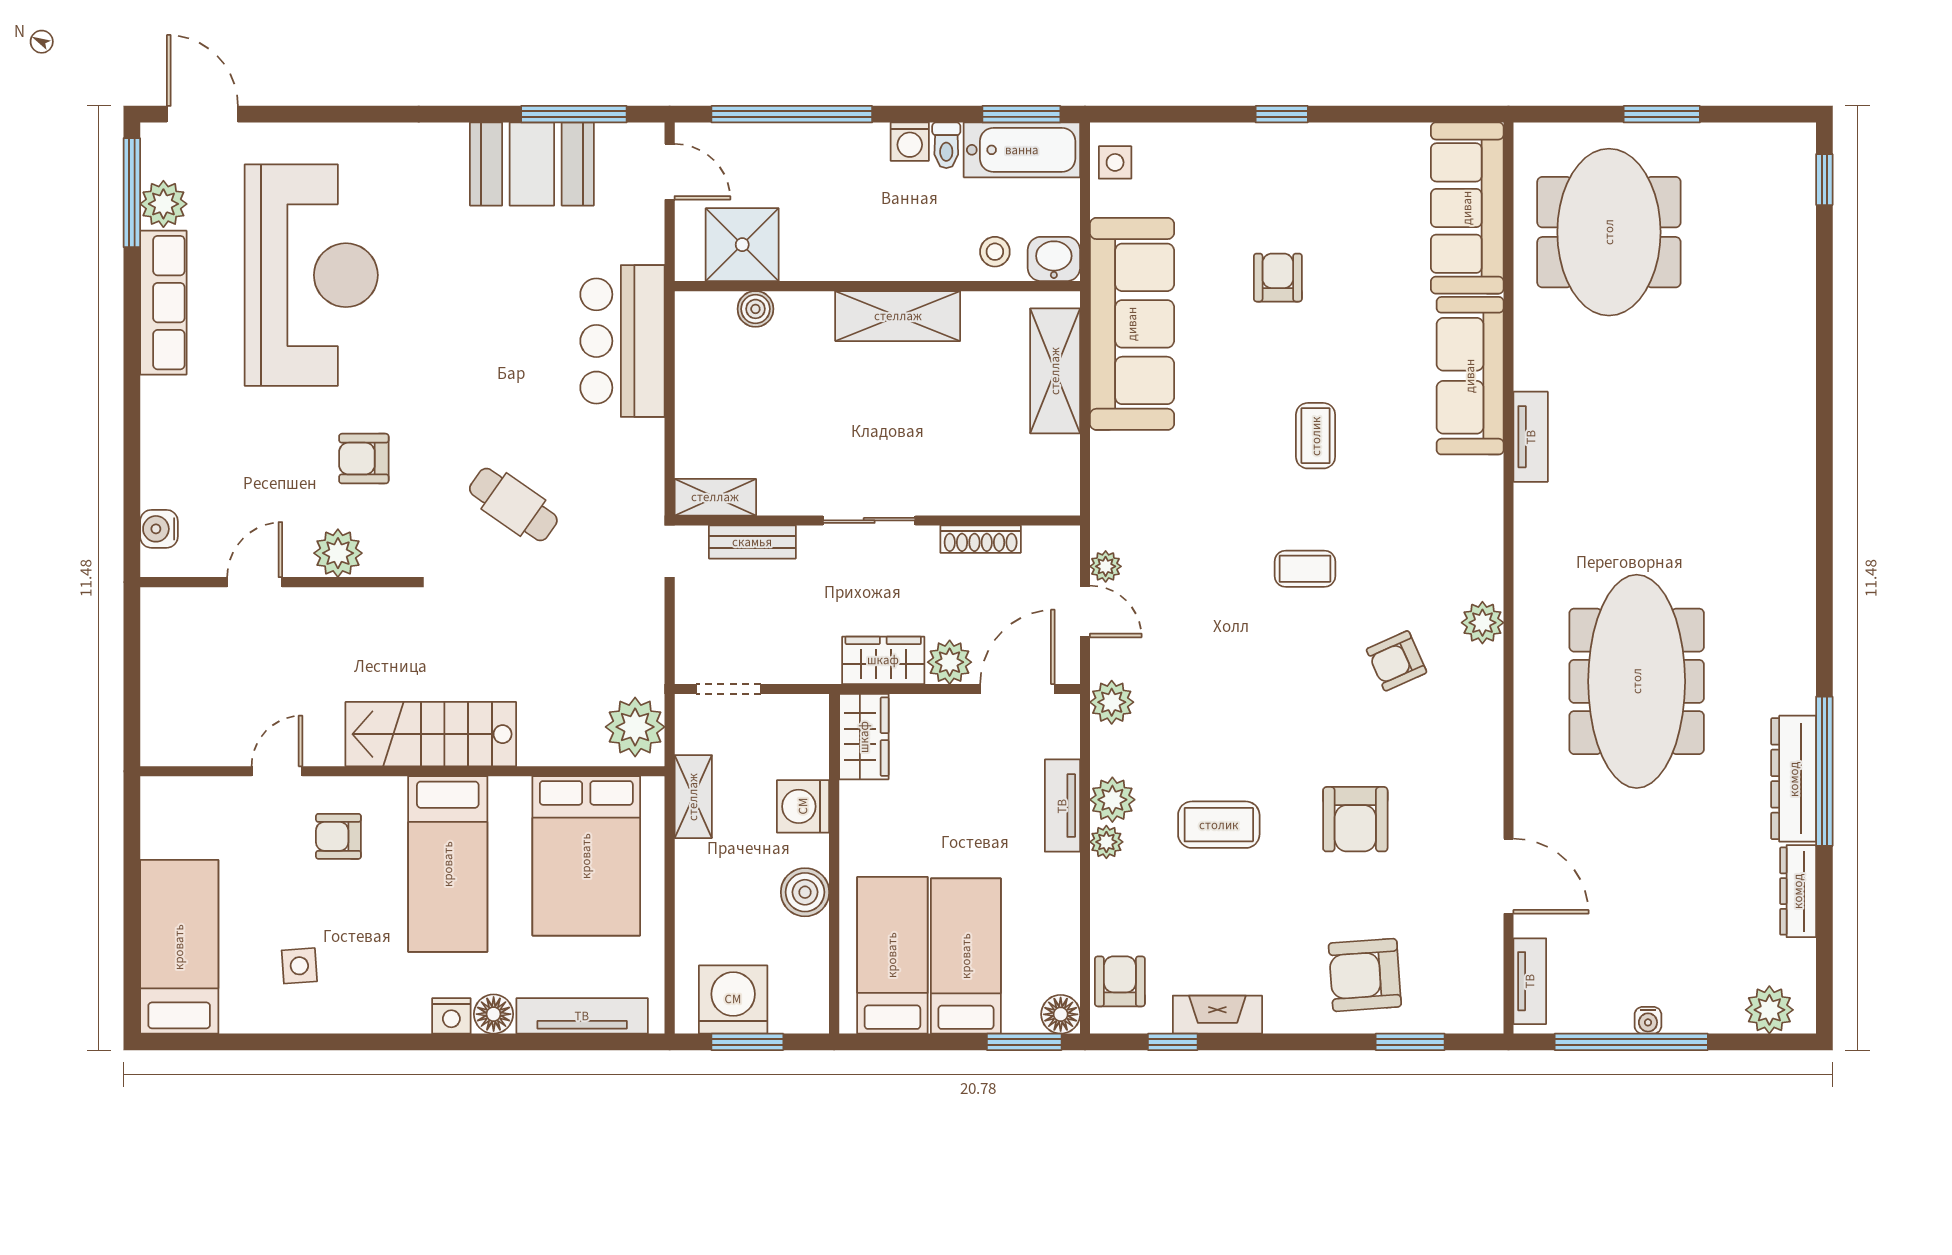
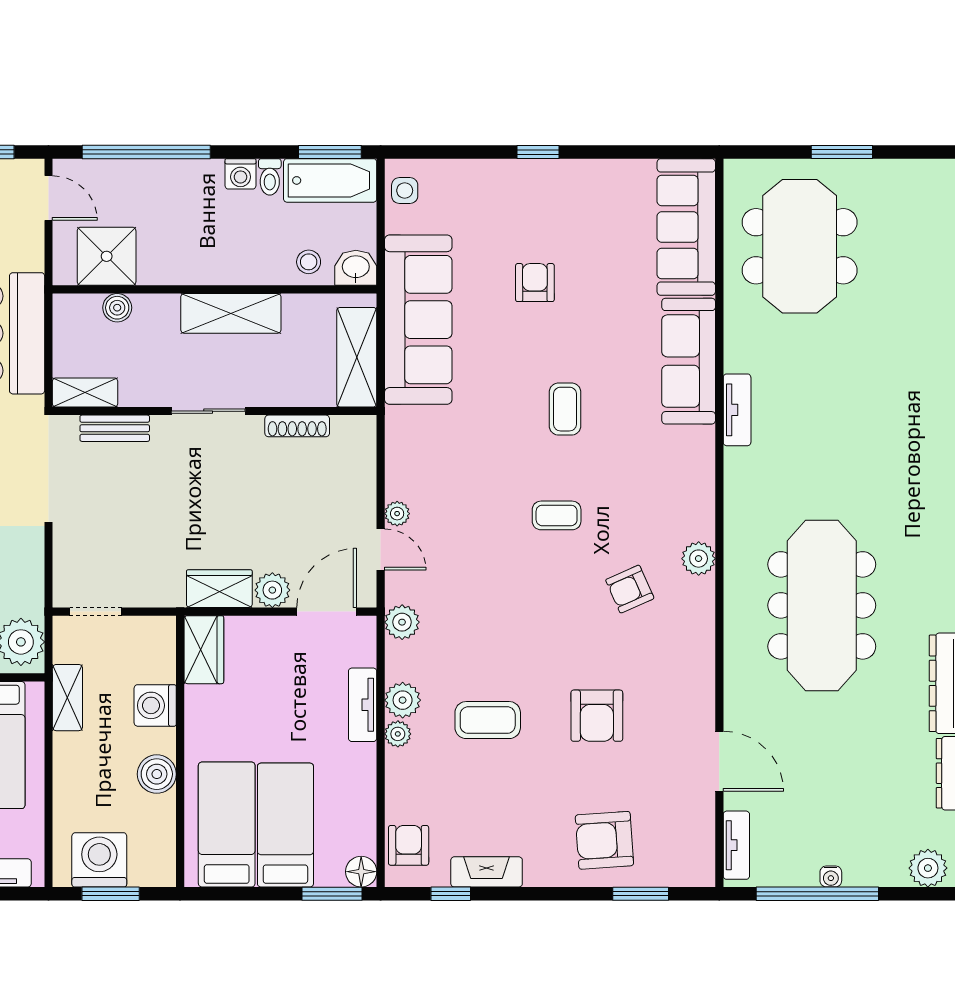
shelving: (715, 497) -> (85, 392), moved
sliding door: (869, 520) -> (208, 411), moved
wall: (877, 520) -> (215, 411), moved
shoe rack: (981, 539) -> (297, 426), moved
bench: (752, 542) -> (115, 428), moved

